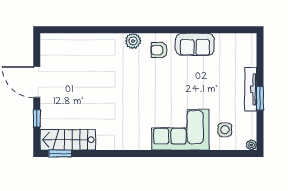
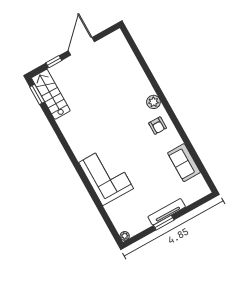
sofa: (195, 44) -> (184, 163), moved
armchair: (159, 50) -> (158, 126), turned 180
side table: (225, 130) -> (125, 209), removed

